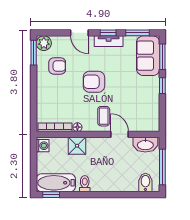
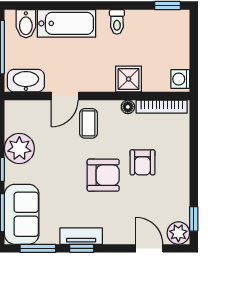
door: (79, 33) -> (149, 248), moved
window: (34, 53) -> (194, 219), width x0.67
armchair: (57, 66) -> (142, 162), moved, turned -90
plant: (150, 99) -> (19, 149), added
door: (120, 134) -> (65, 96), hinge flipped
bathtub: (56, 183) -> (66, 23), moved

